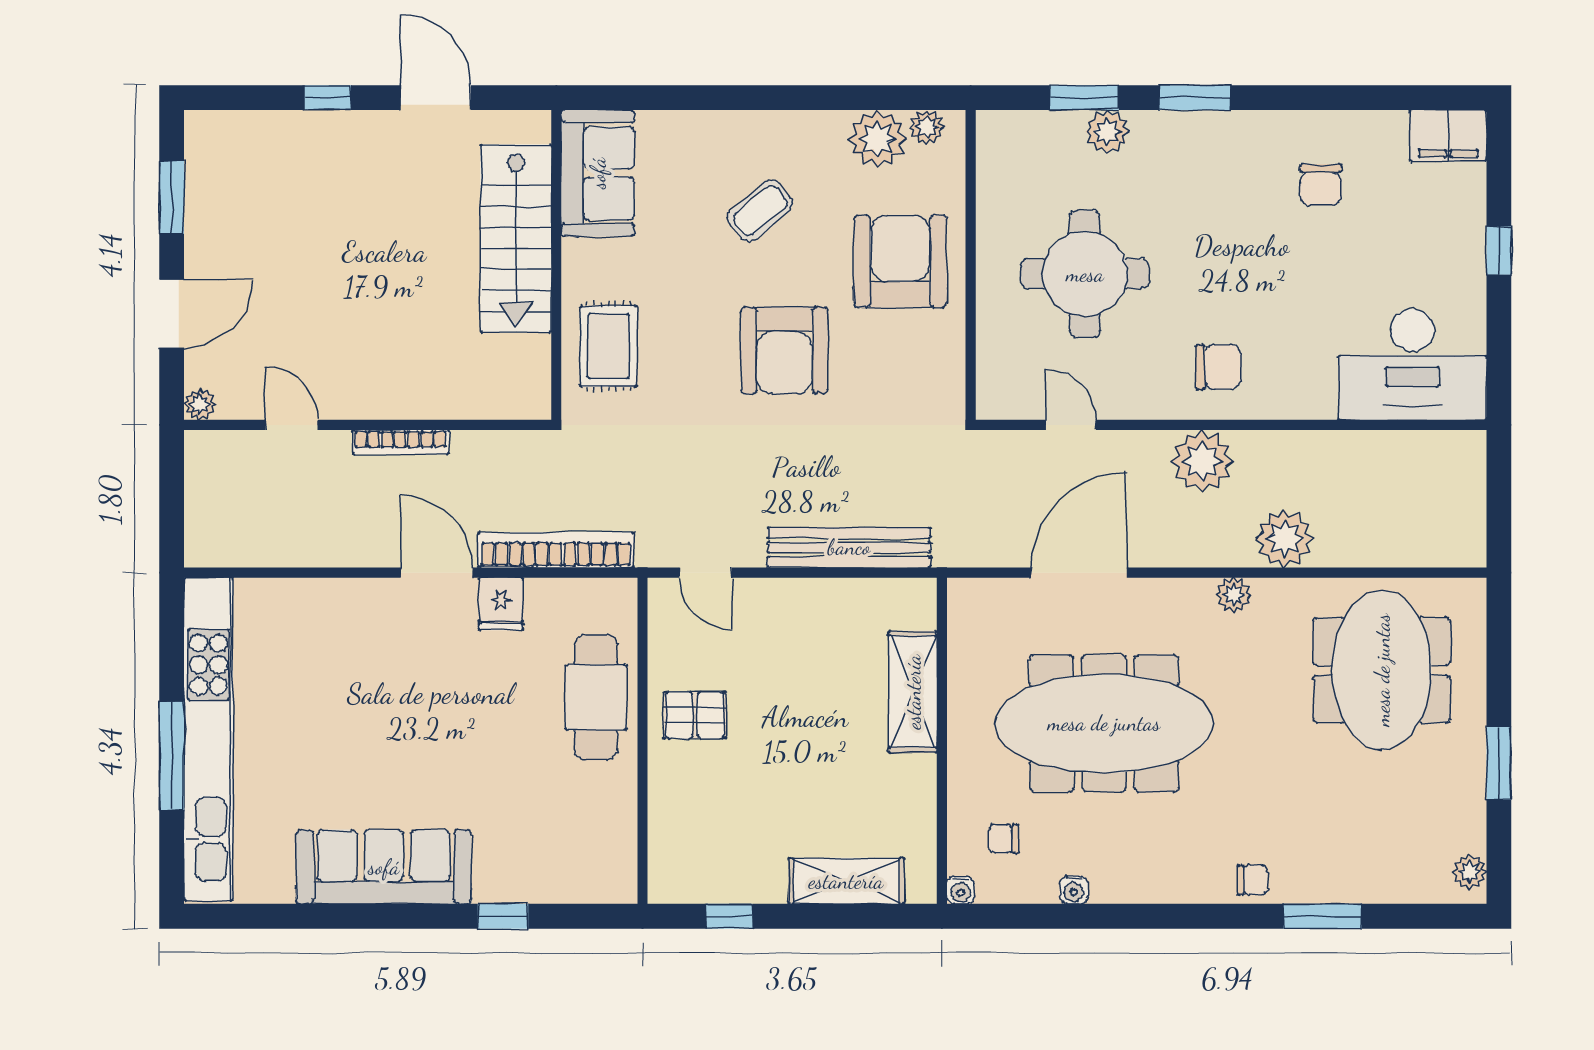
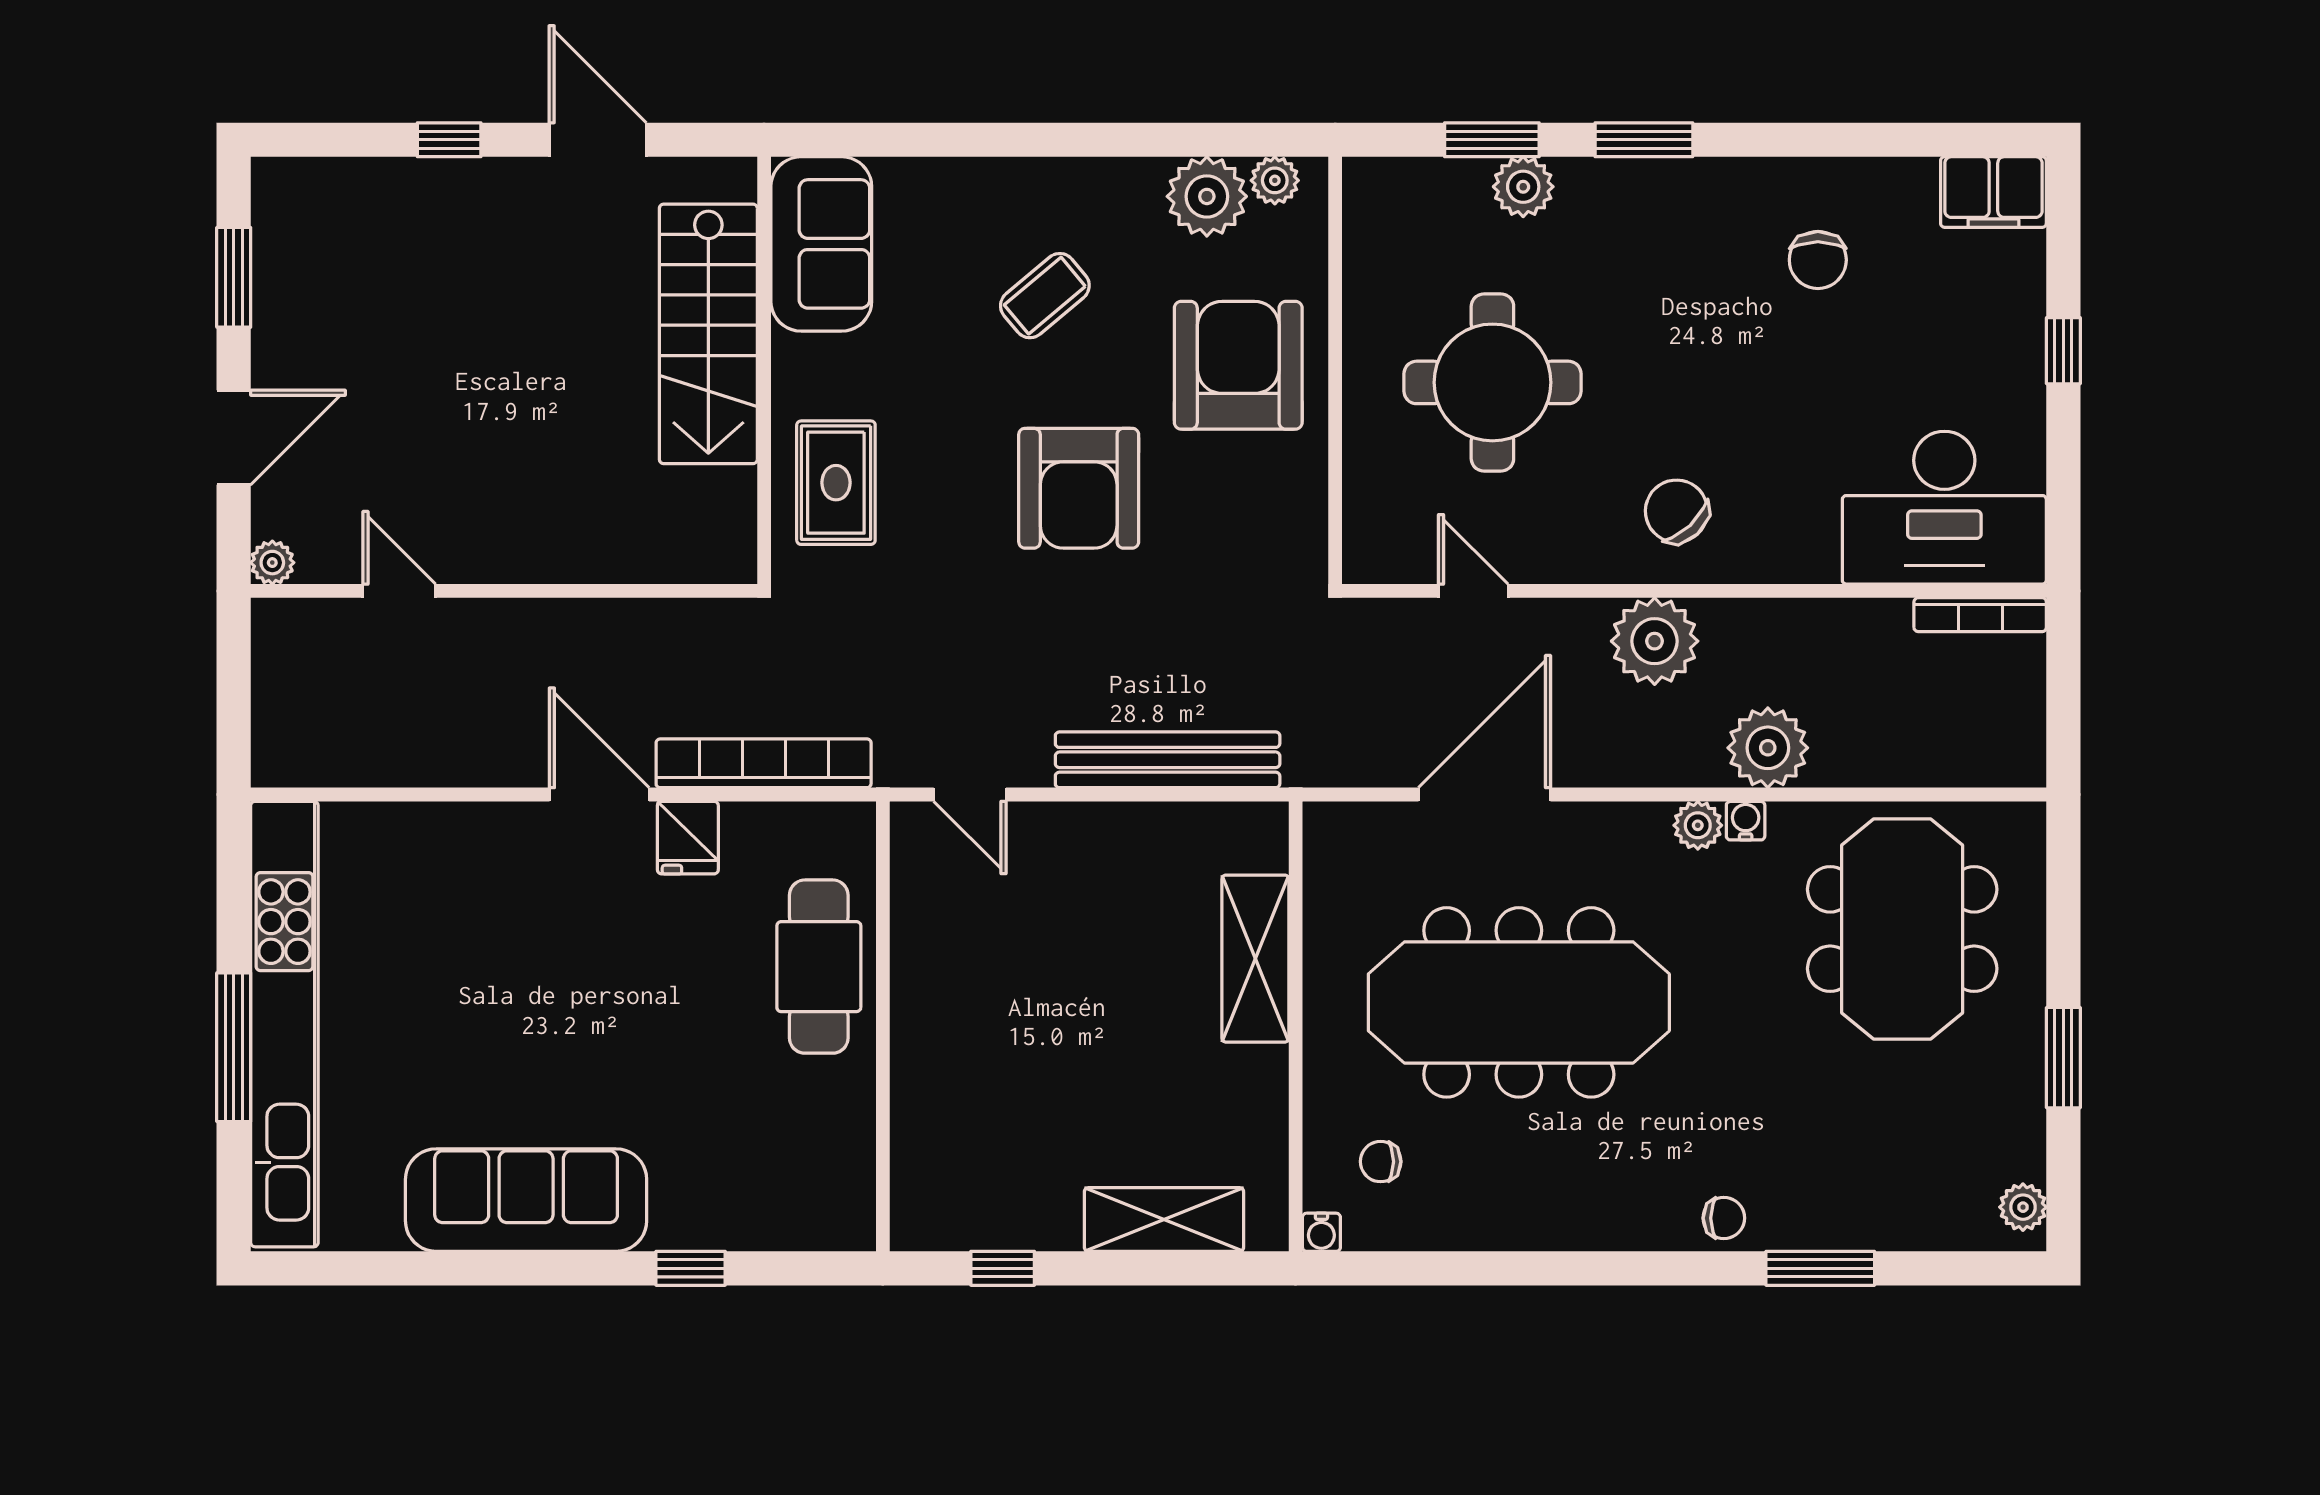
chair: (1218, 367) -> (1677, 511), turned -133
bookcase: (400, 442) -> (1980, 615), moved
pallet: (695, 715) -> (955, 991), removed
water cooler: (1074, 890) -> (1746, 821), moved, turned 180

